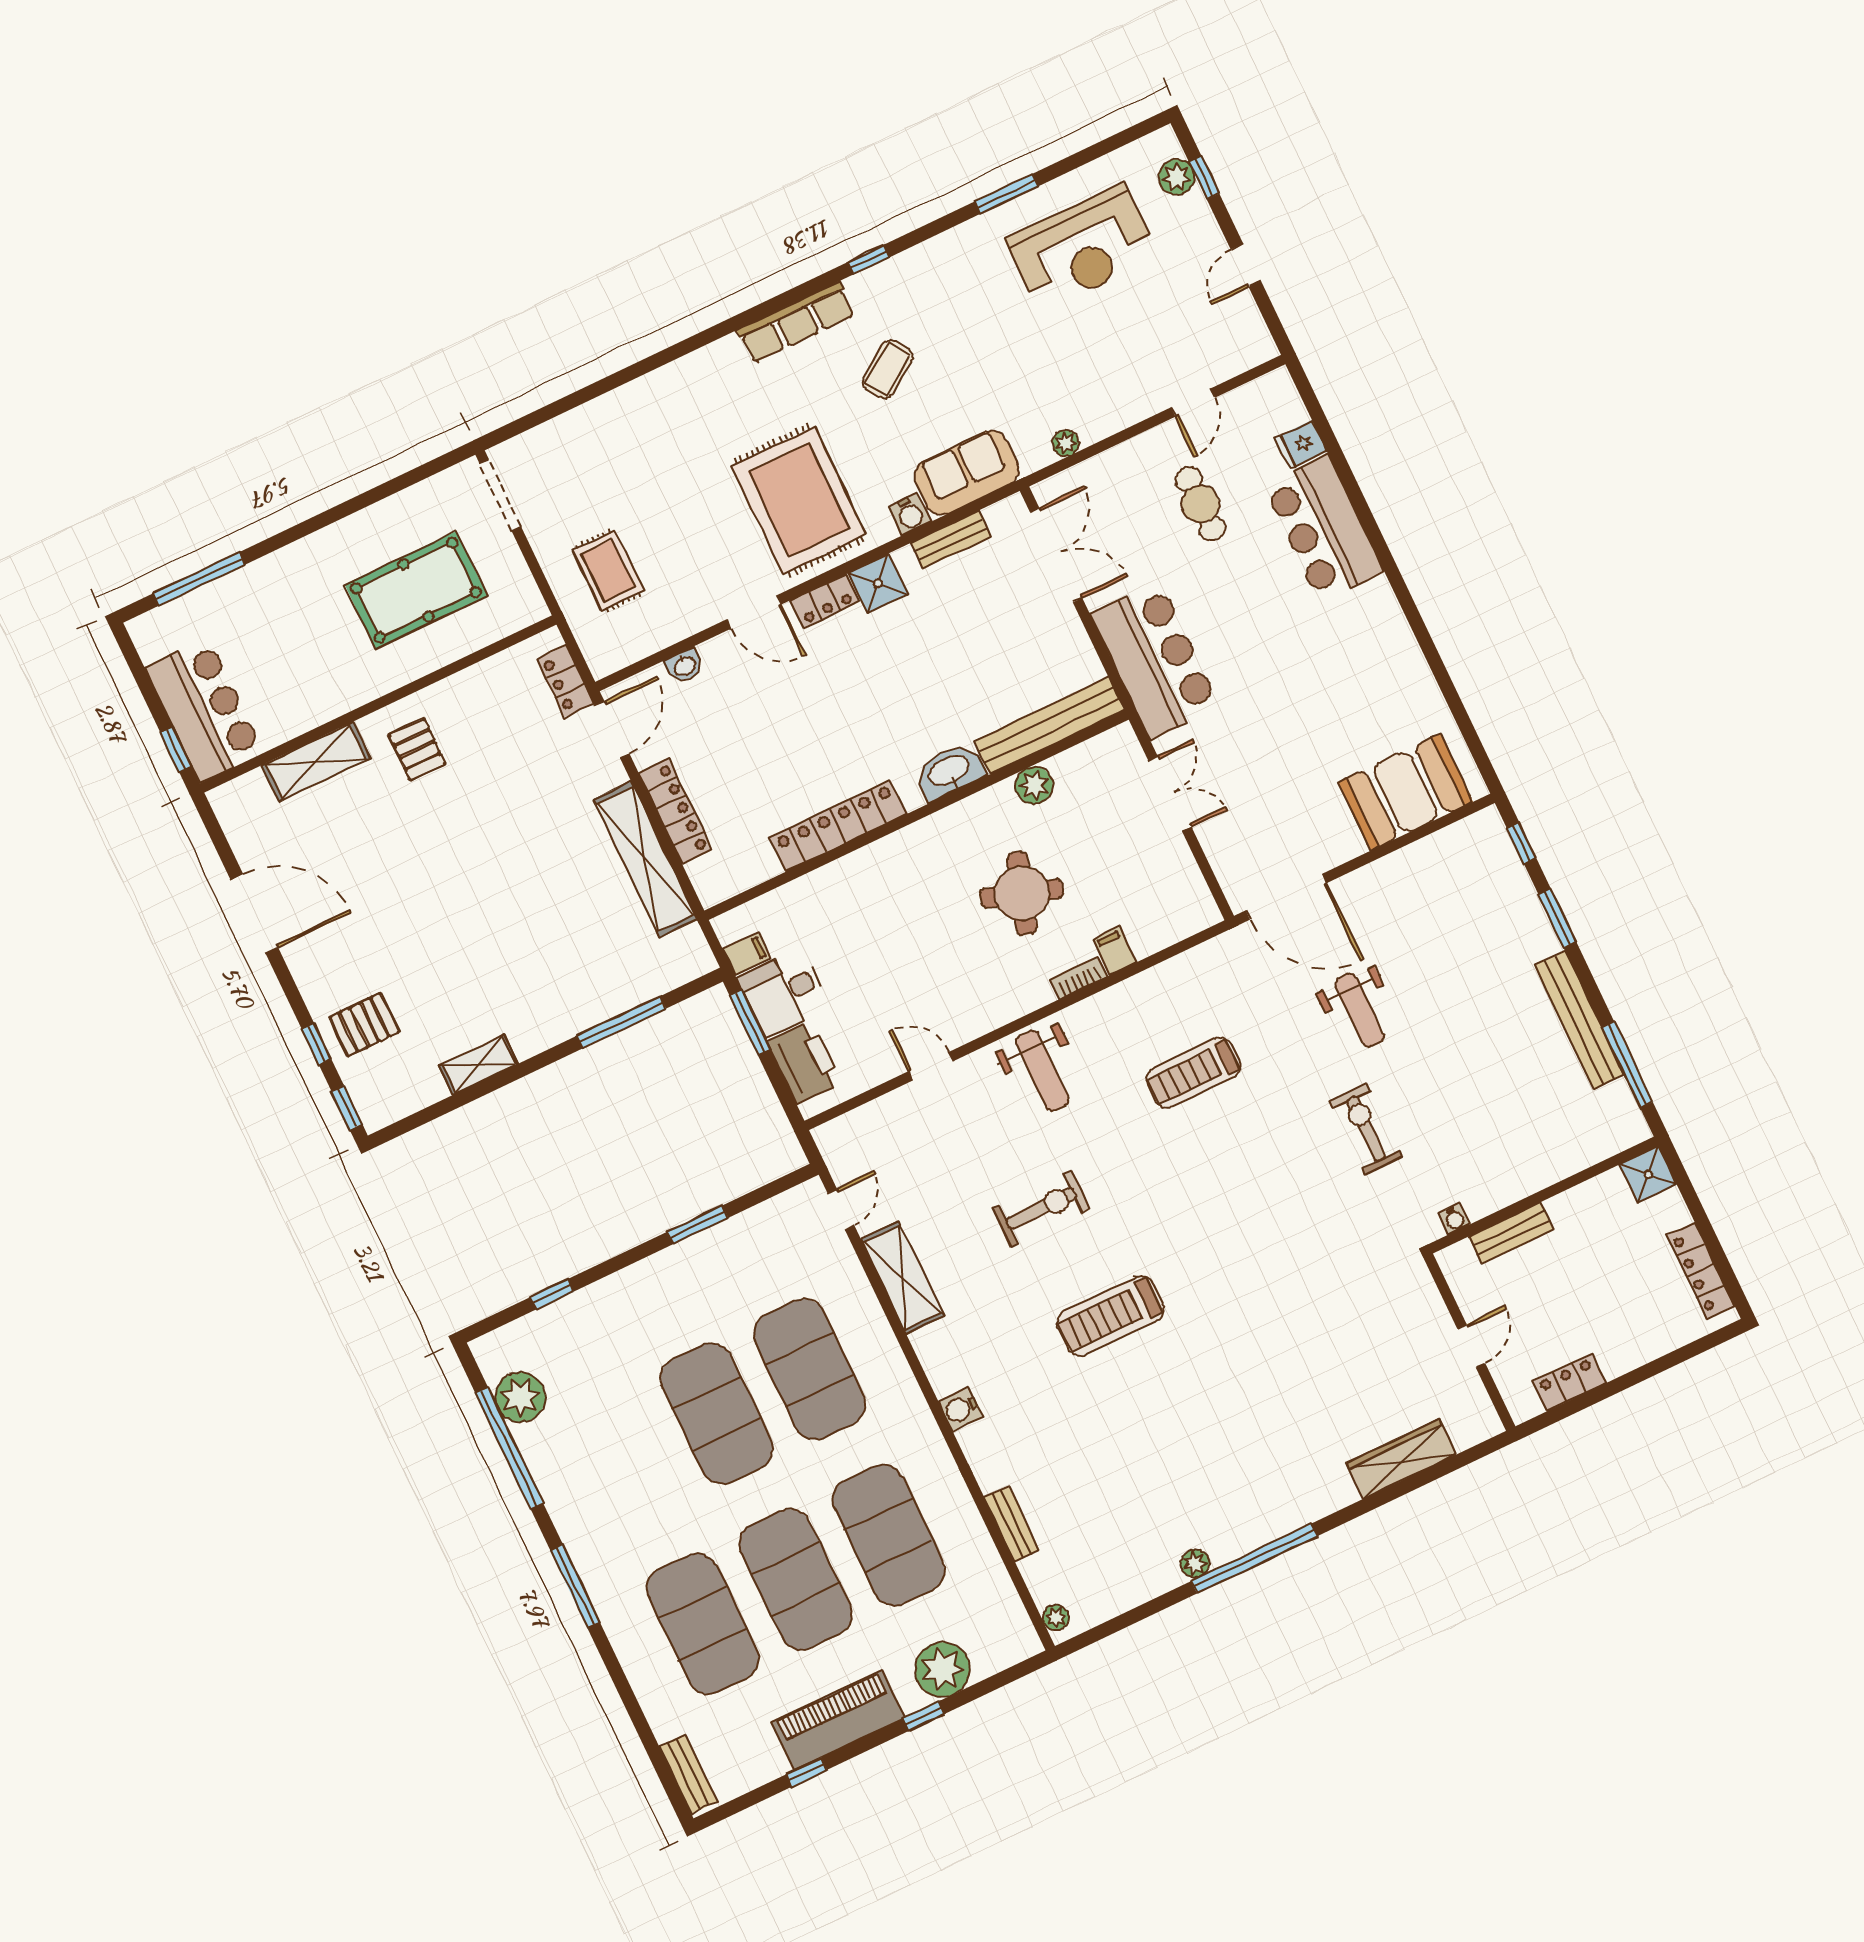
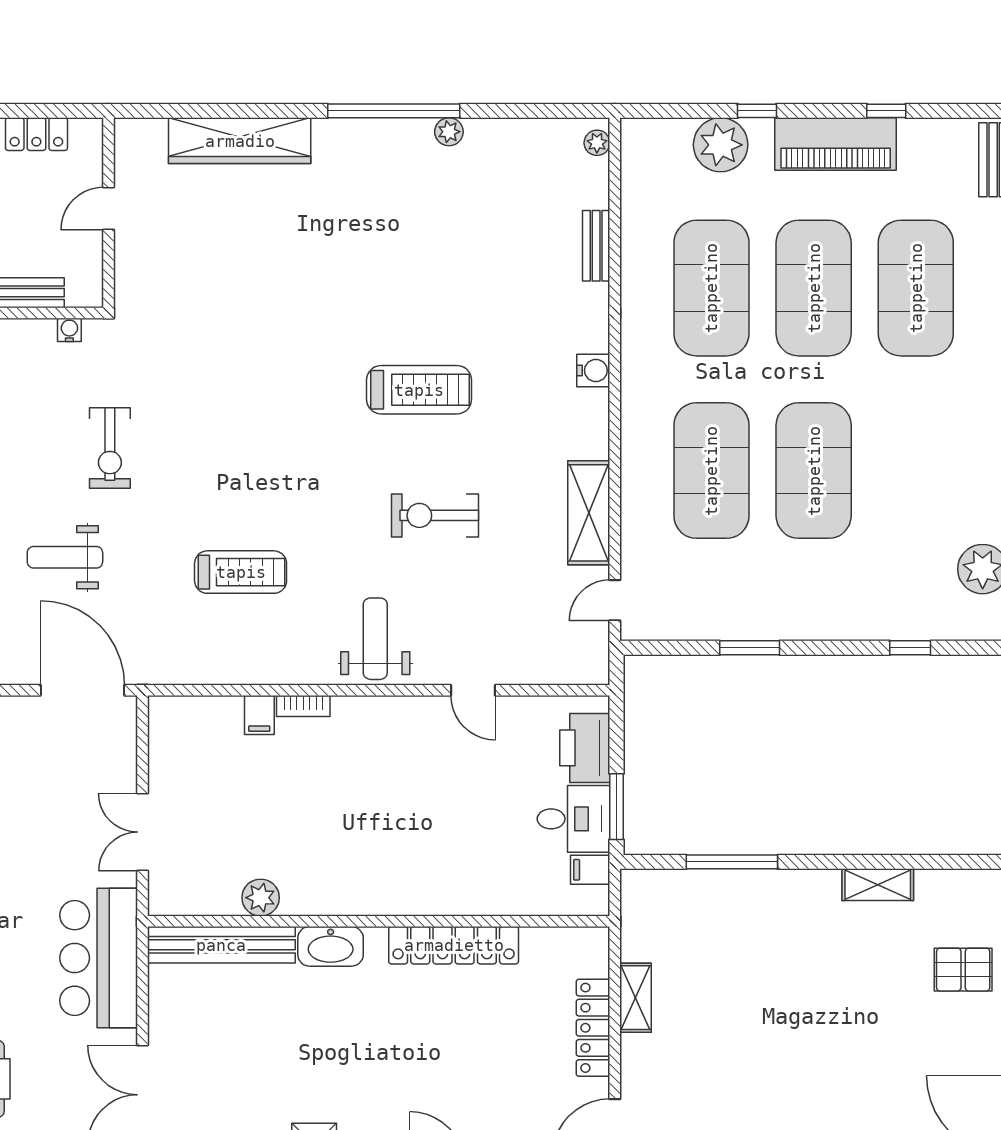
shelving: (645, 859) -> (635, 998), width x0.45, depth x0.75
round table: (1022, 893) -> (318, 806), removed
weight bench: (1360, 1010) -> (65, 557), turned -90
wardrobe: (1401, 1459) -> (240, 141), width x1.40, depth x1.17

